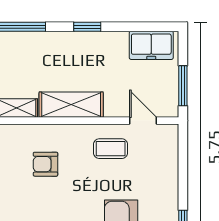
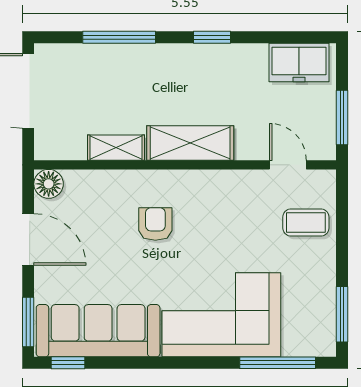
coffee table: (111, 149) -> (306, 223), moved
armchair: (46, 164) -> (155, 224), turned 90

